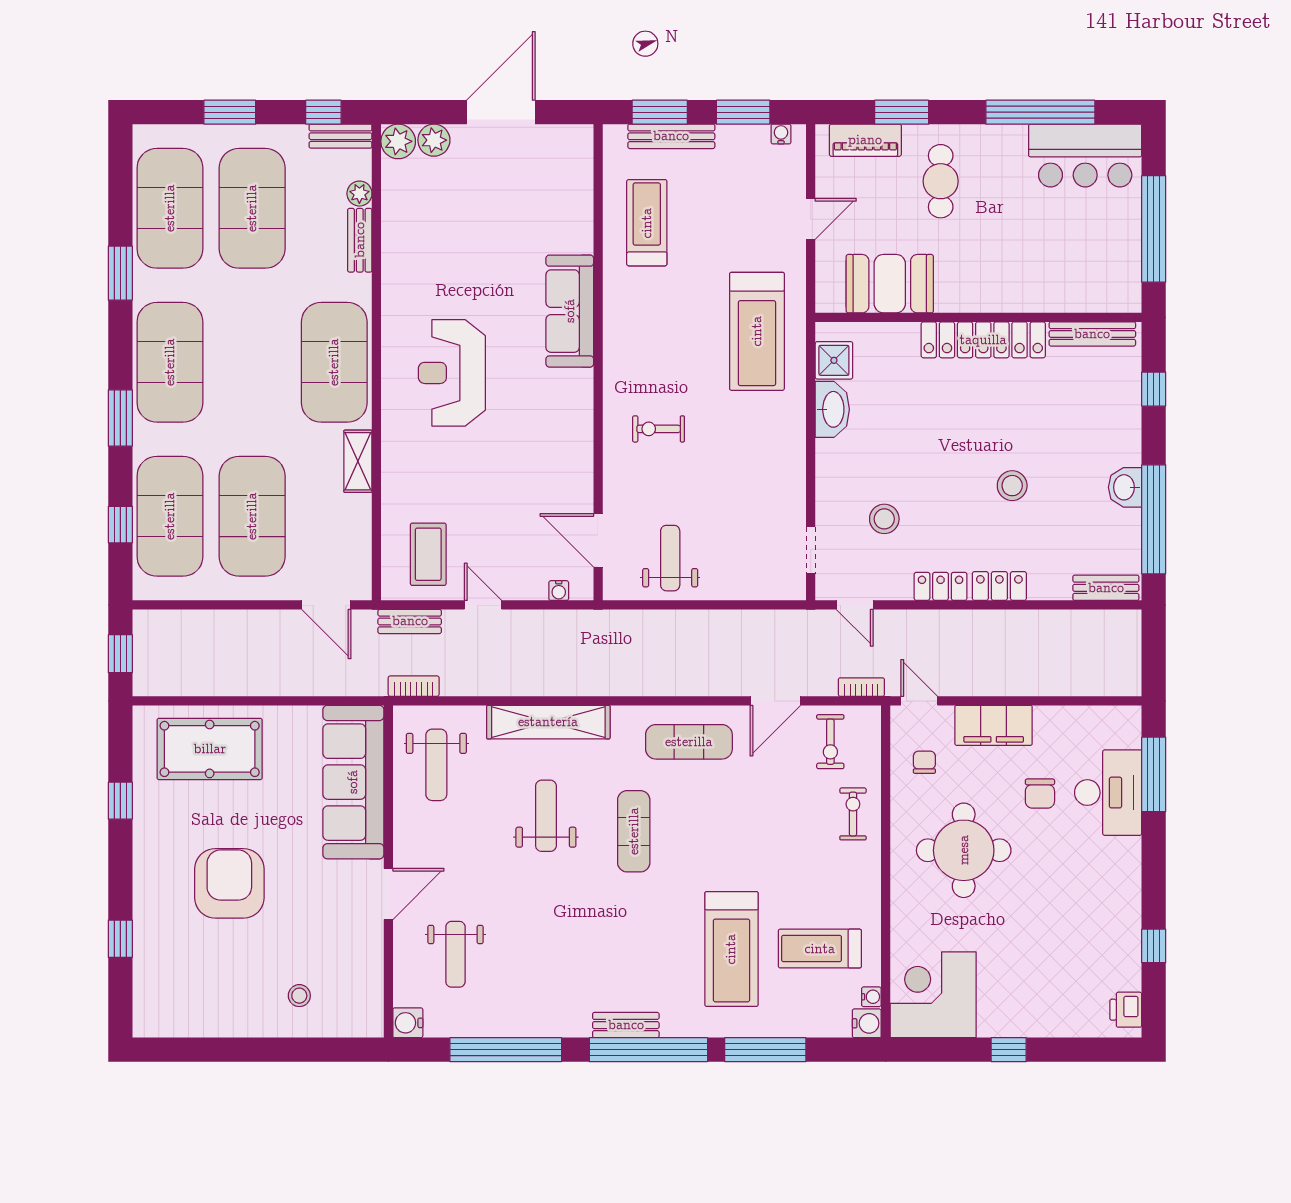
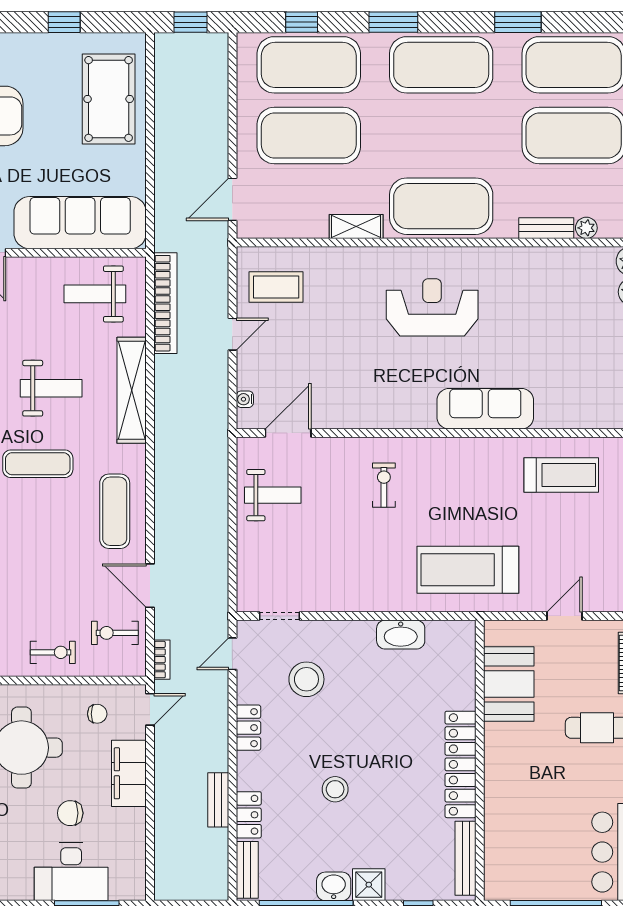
door: (811, 219) -> (564, 616), swing flipped
shower: (834, 360) -> (369, 885), moved
stool: (884, 519) -> (306, 679), width x1.38, depth x1.38
locker: (999, 586) -> (249, 815), moved
bench: (410, 621) -> (218, 800), moved
bookcase: (414, 686) -> (165, 303), width x2.31, depth x1.31

